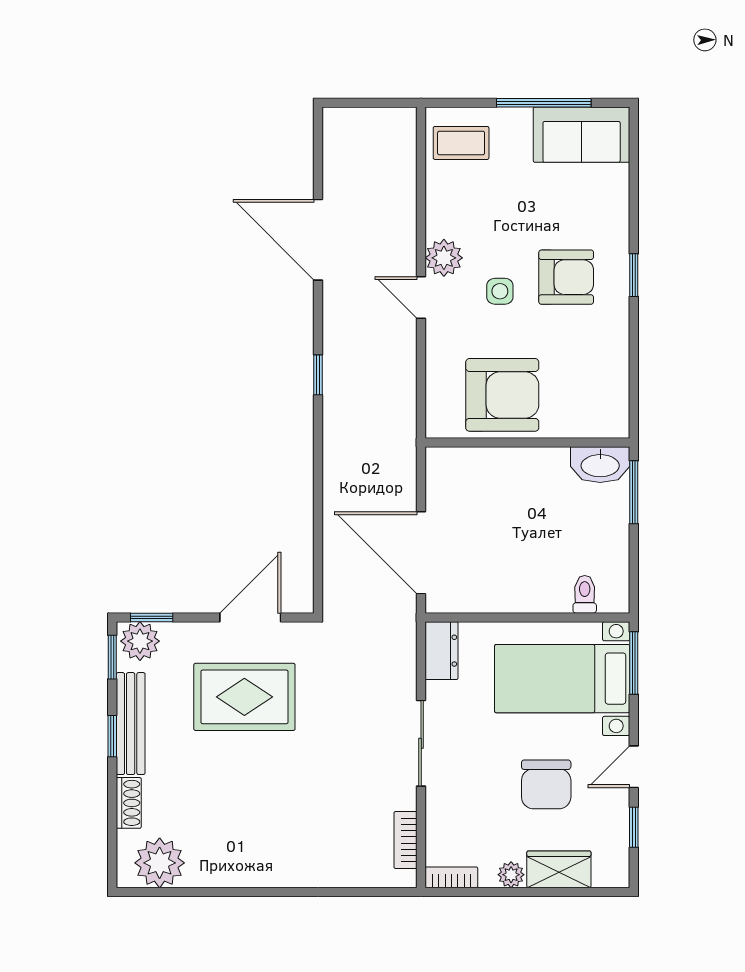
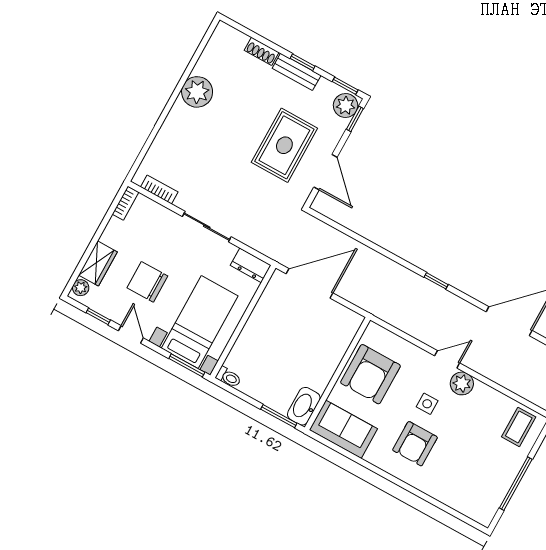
sofa: (582, 135) -> (343, 429), moved, turned 90
window: (634, 275) -> (396, 481), removed
toilet: (585, 594) -> (228, 377), moved
bench: (131, 724) -> (297, 72), width x0.73
plant: (160, 863) -> (197, 92), moved
plant: (511, 875) -> (81, 288), moved

